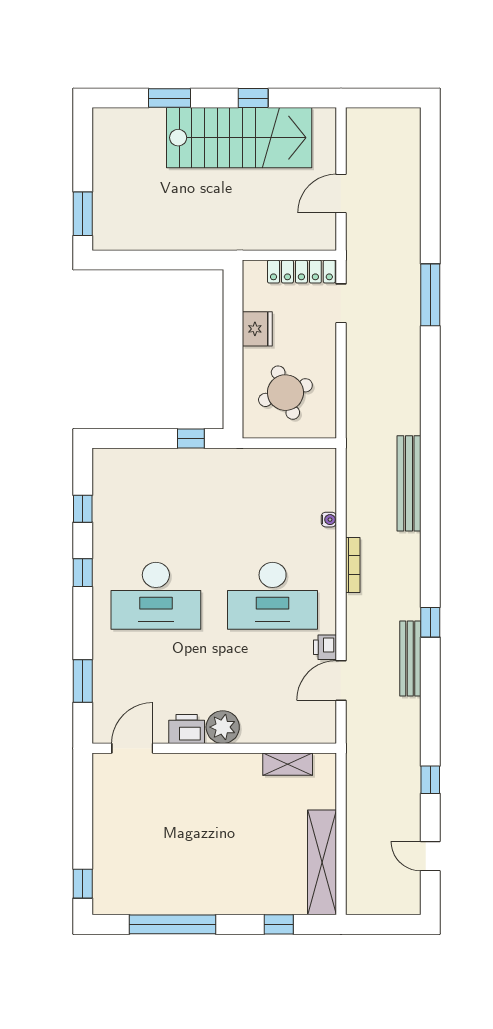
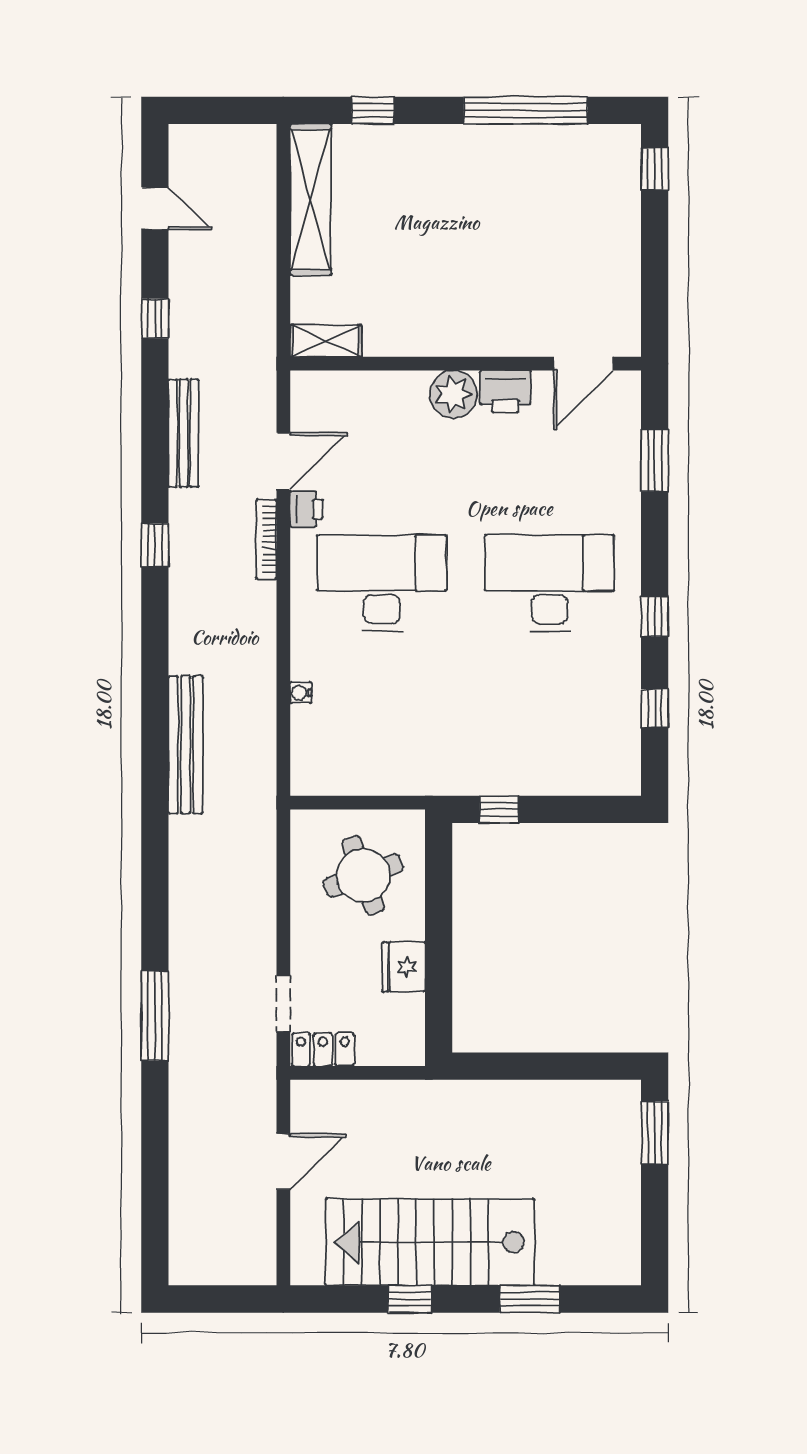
locker: (301, 272) -> (323, 1049), width x0.66
bookcase: (353, 565) -> (266, 539), moved
bench: (410, 658) -> (184, 433), moved
shelving: (288, 764) -> (326, 341), moved

